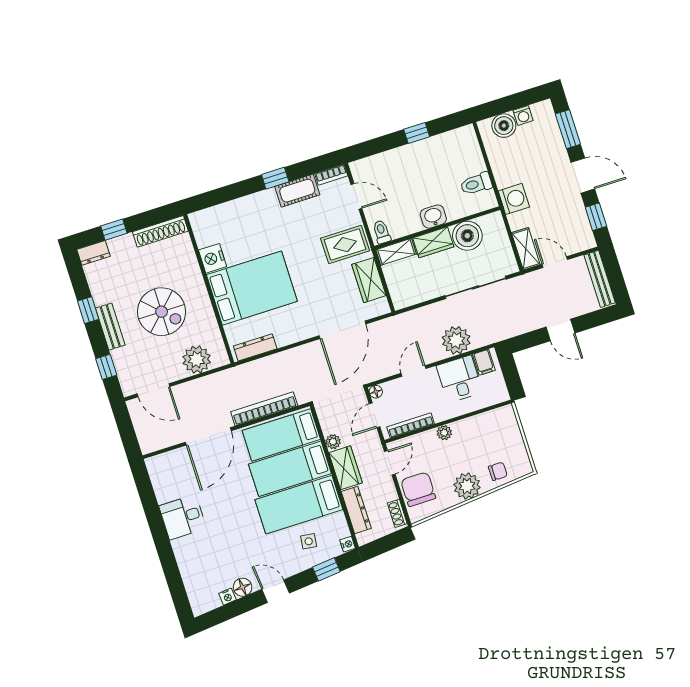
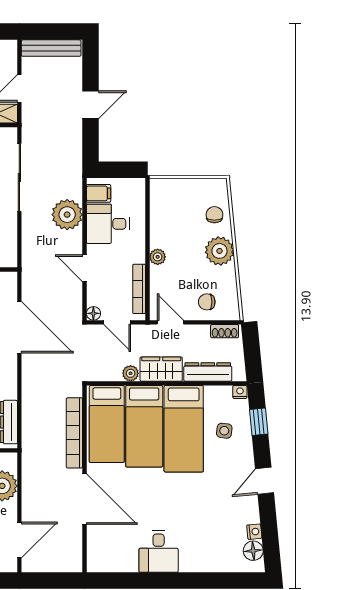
chair: (418, 489) -> (207, 302), width x0.54, depth x0.54
floor lamp: (243, 587) -> (253, 551), moved

